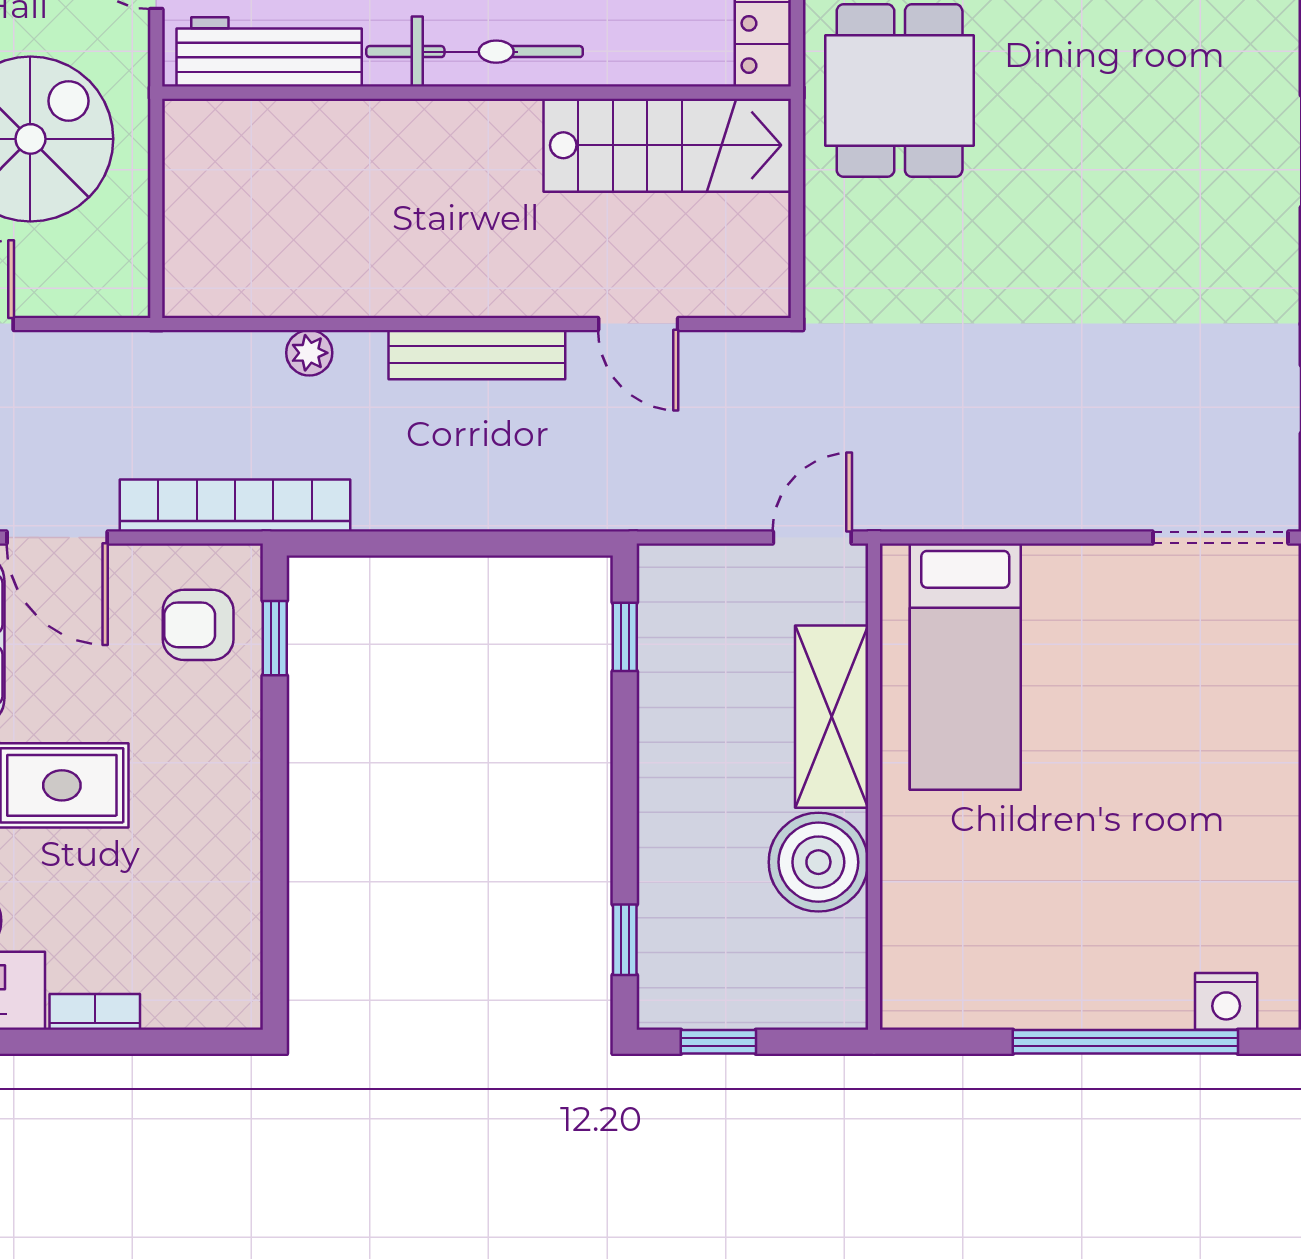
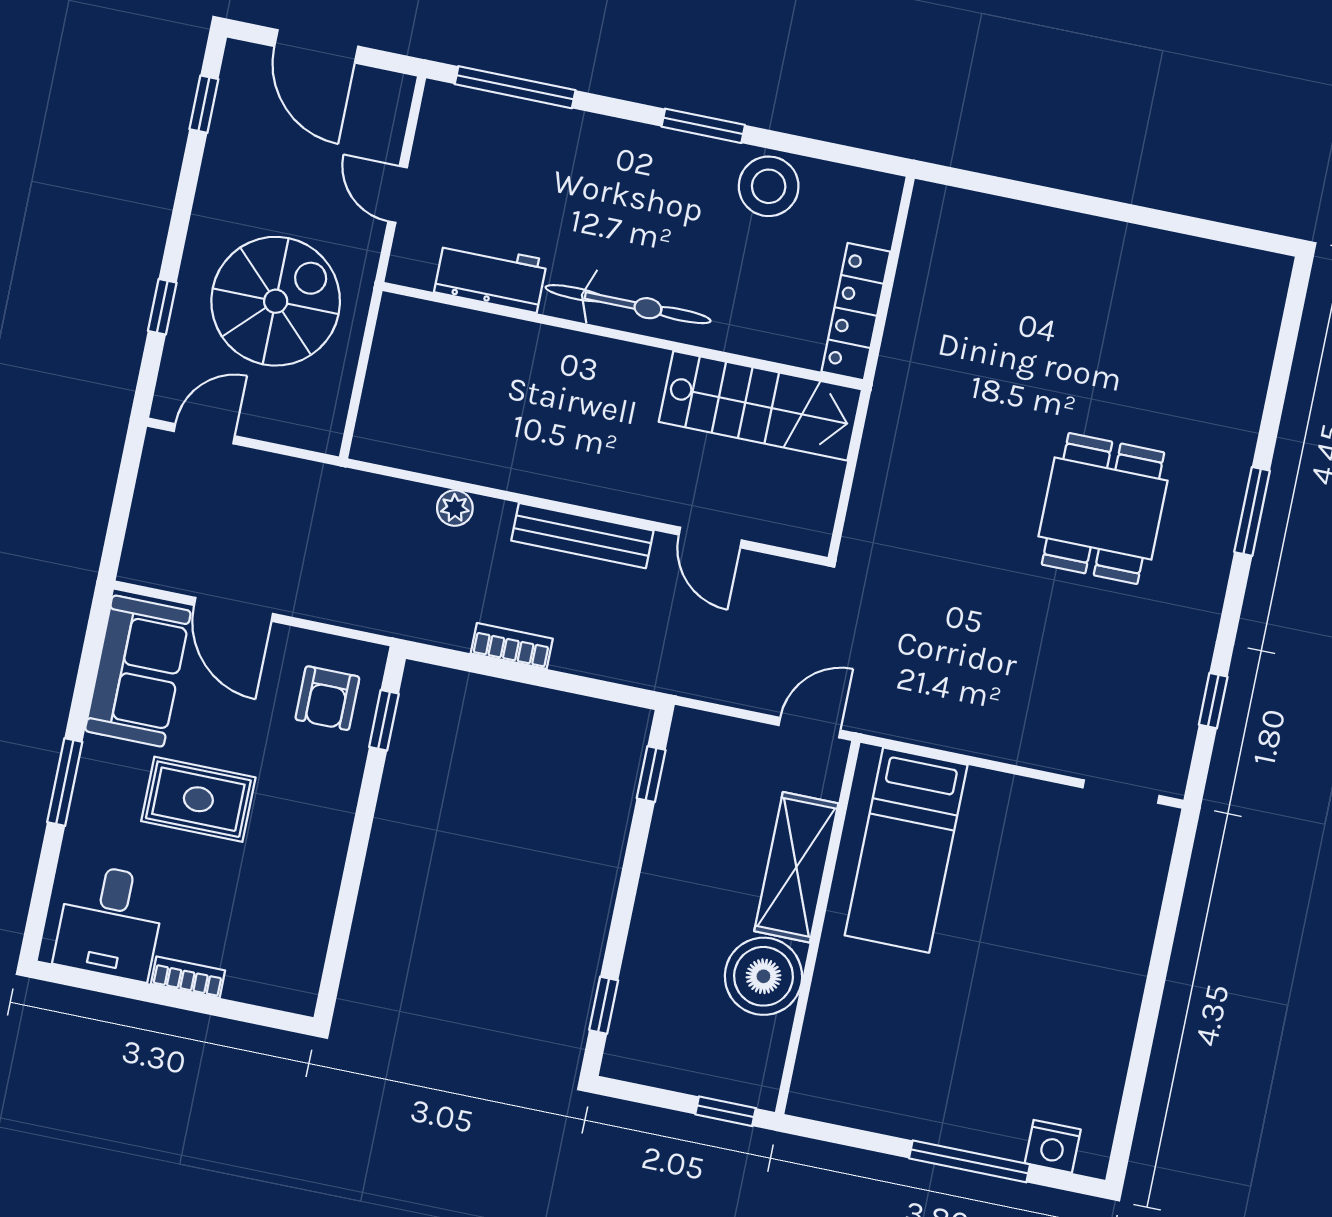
workbench: (269, 52) -> (491, 276), width x0.73
dining table: (900, 91) -> (1103, 508), moved
bookcase: (235, 505) -> (512, 646), moved, width x0.43, depth x0.76
doorway: (1221, 538) -> (1121, 792), width x0.73
armchair: (198, 625) -> (327, 698), turned -90
window: (718, 1042) -> (726, 1111), moved
window: (1125, 1042) -> (970, 1161), width x0.68

